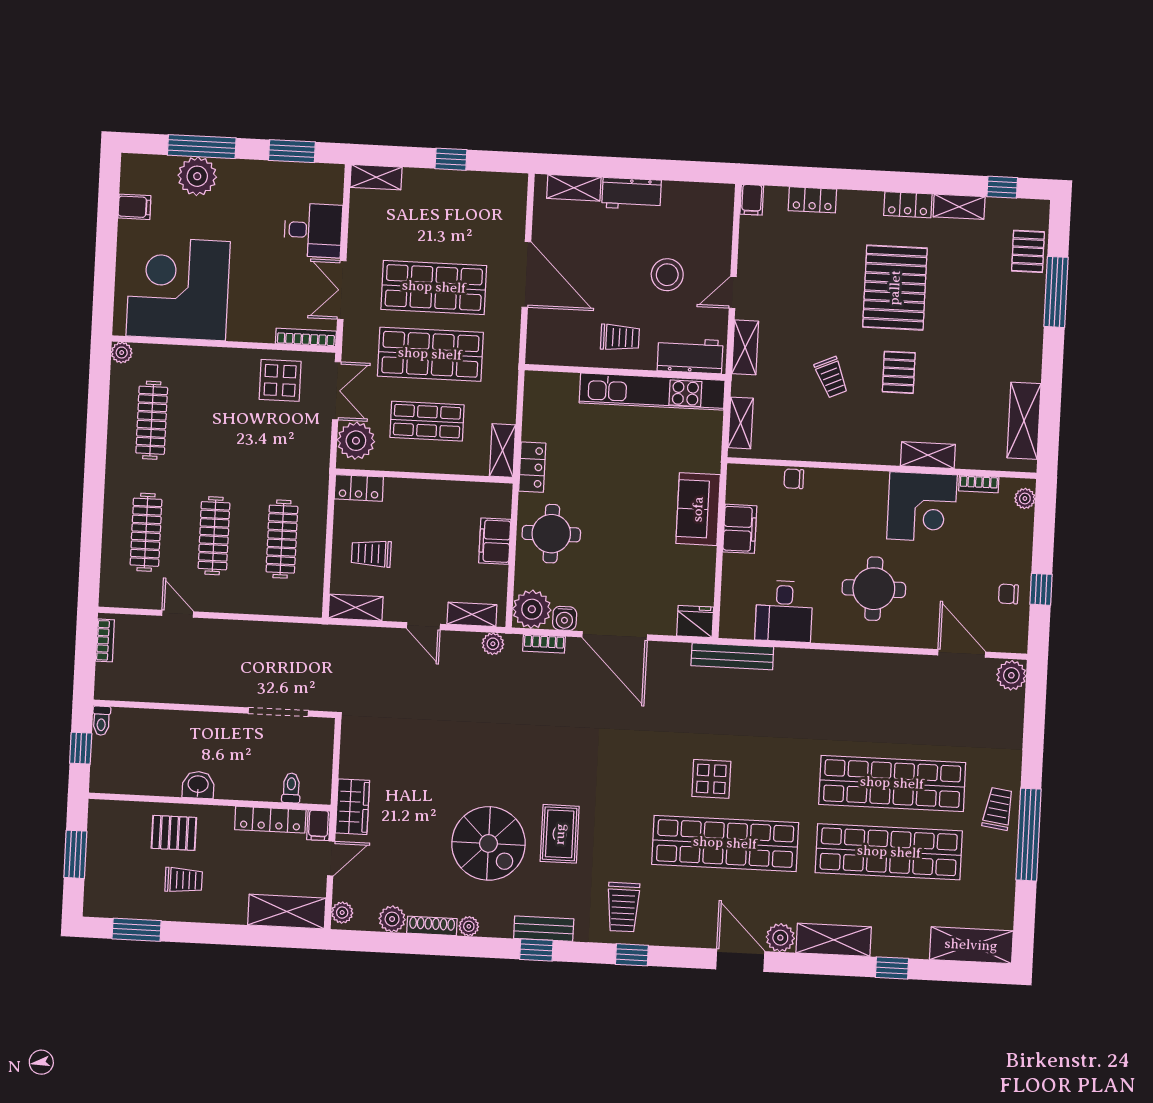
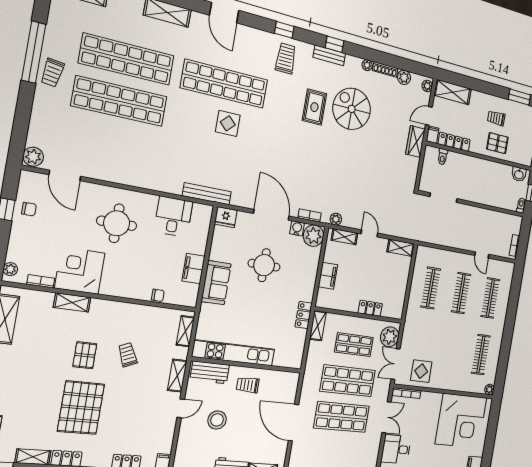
locker: (359, 488) -> (370, 308), moved
round table: (551, 534) -> (264, 265), moved
trolley: (371, 554) -> (390, 276), removed
washbasin: (198, 785) -> (519, 174), moved
plant: (780, 938) -> (199, 21), removed

